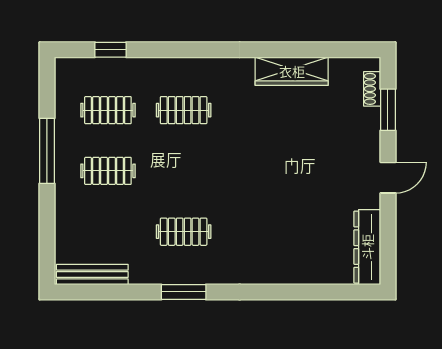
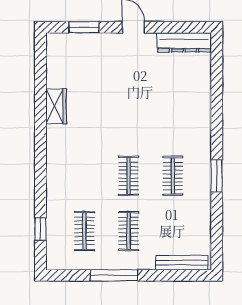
wardrobe: (292, 71) -> (56, 106), width x0.67
shoe rack: (372, 89) -> (69, 39), removed
clothes rail: (184, 110) -> (129, 176), moved
bench: (92, 274) -> (182, 263), moved, turned 90

